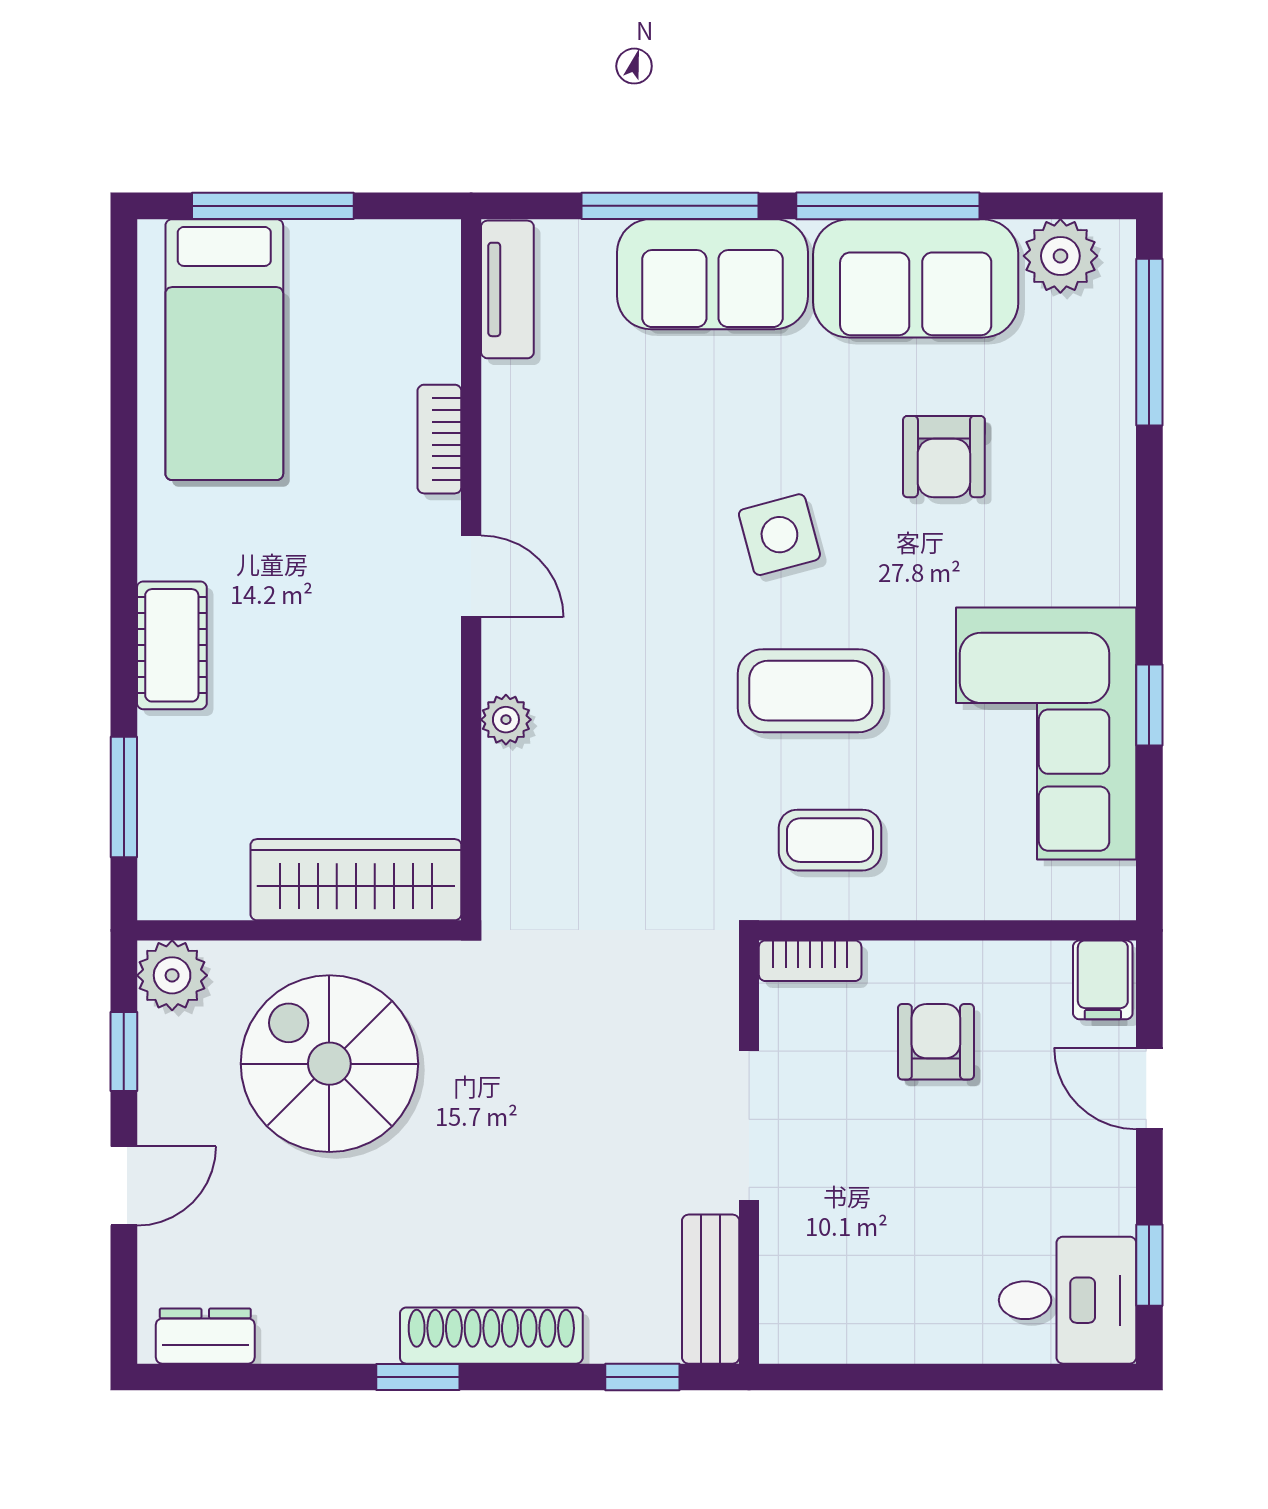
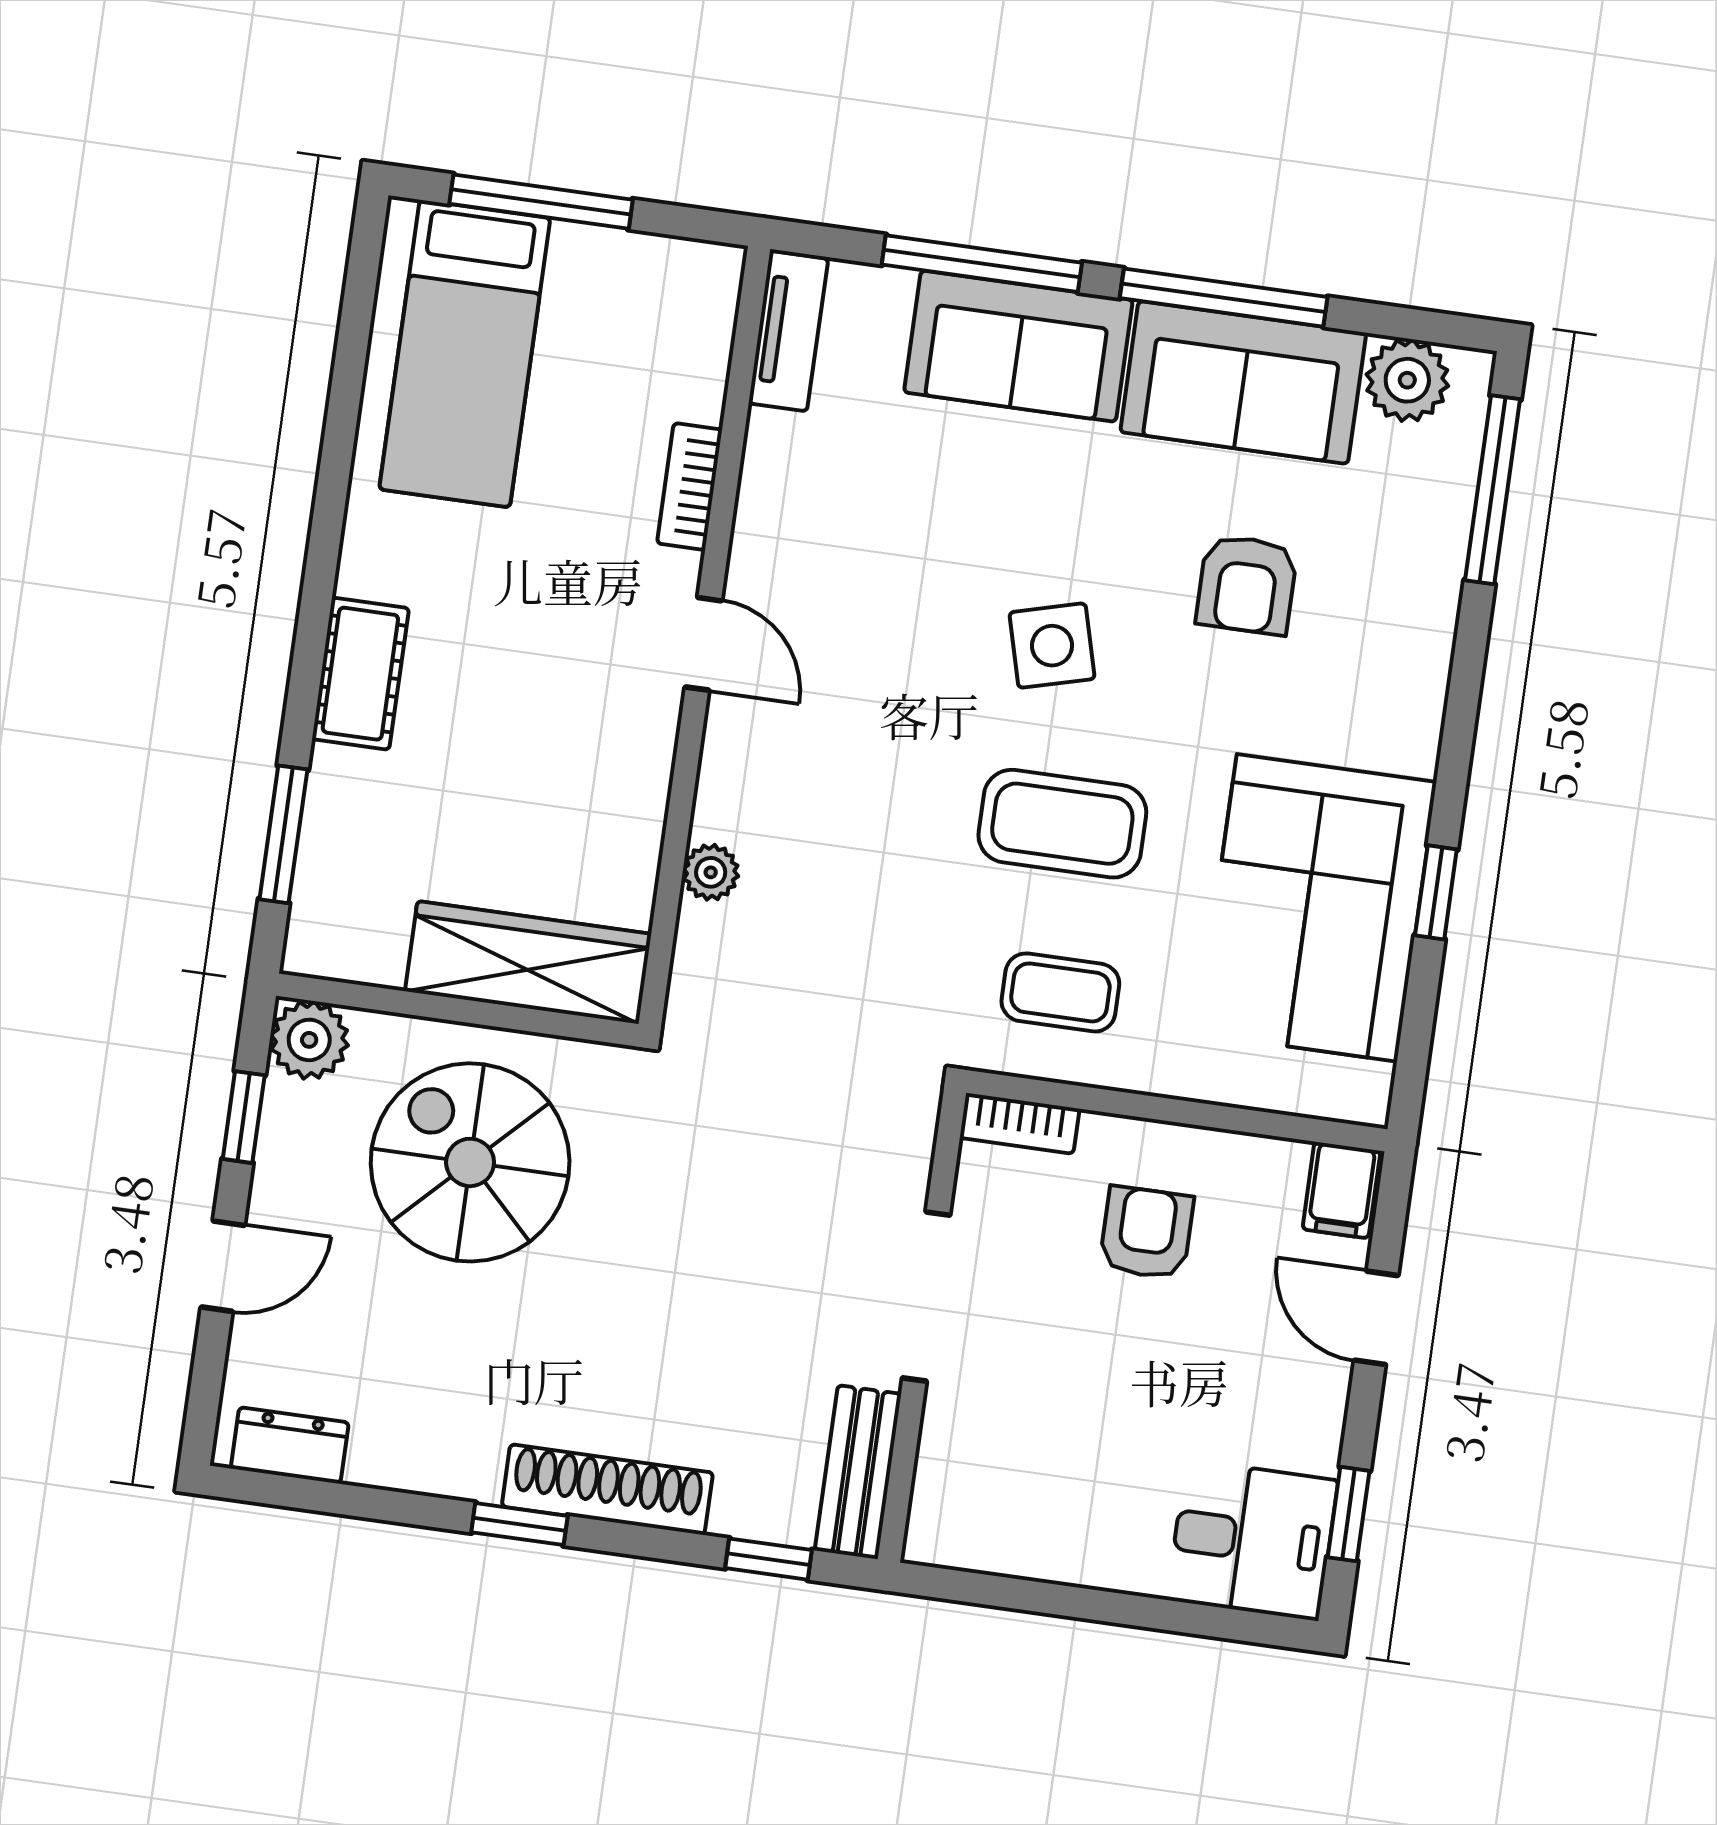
plant: (506, 720) -> (711, 872), moved

